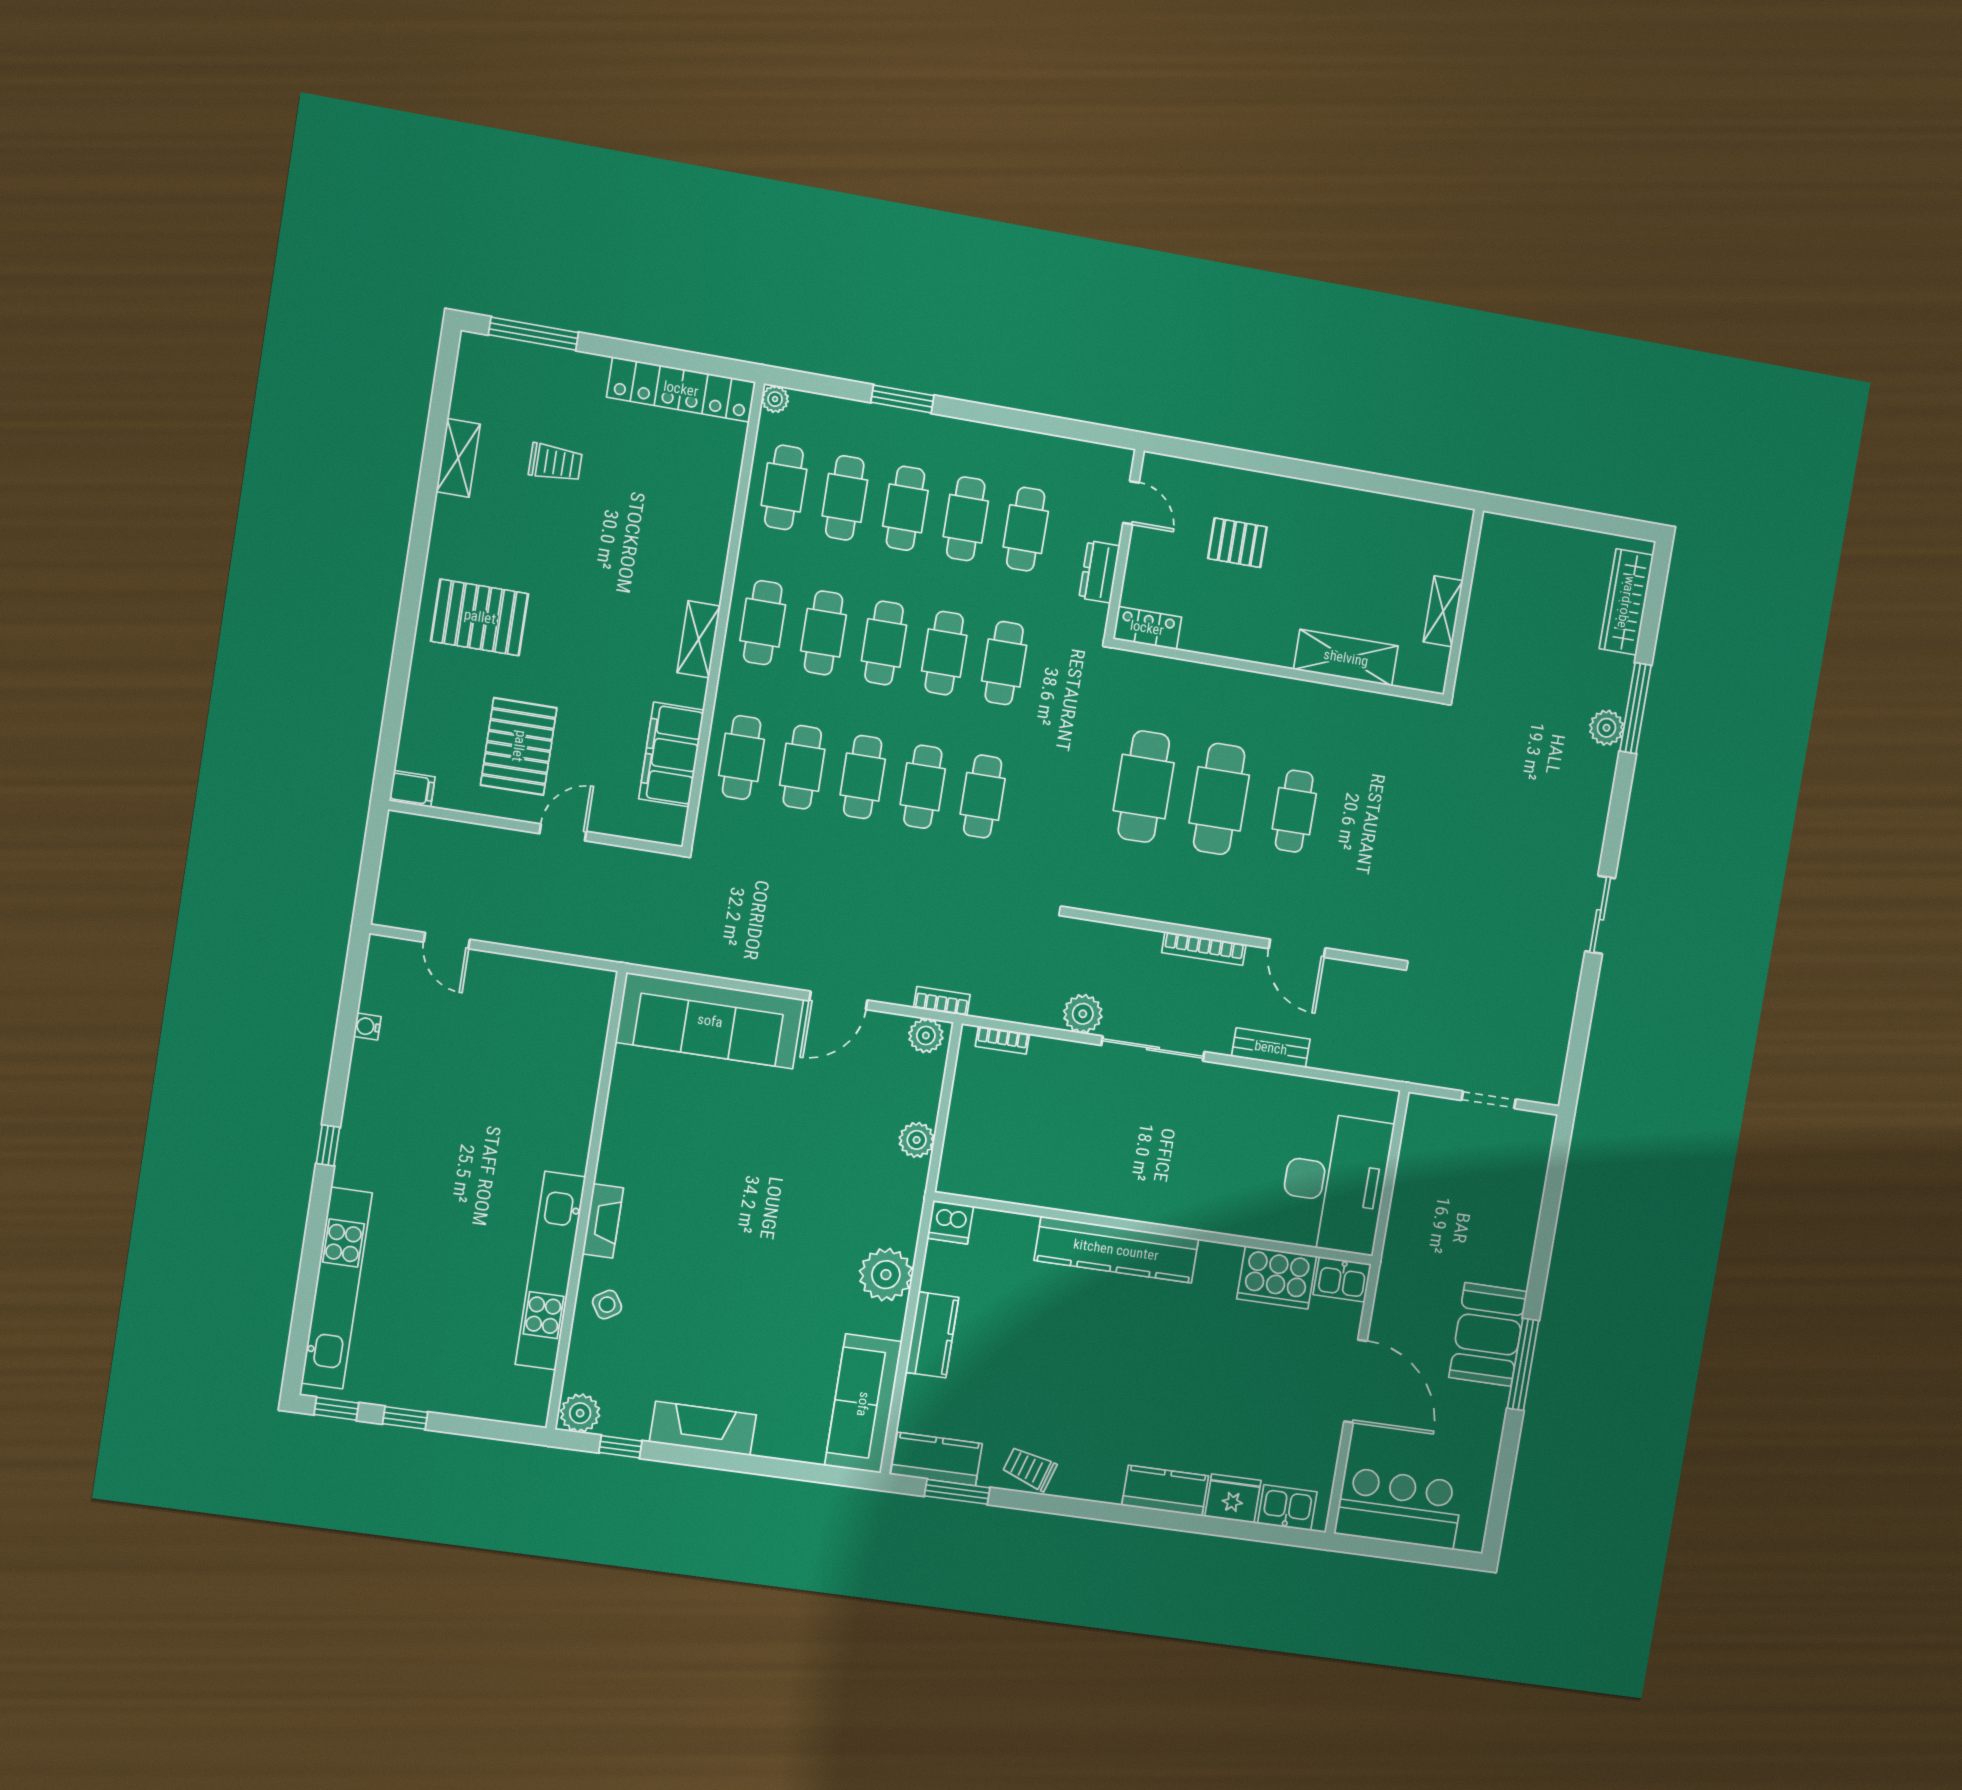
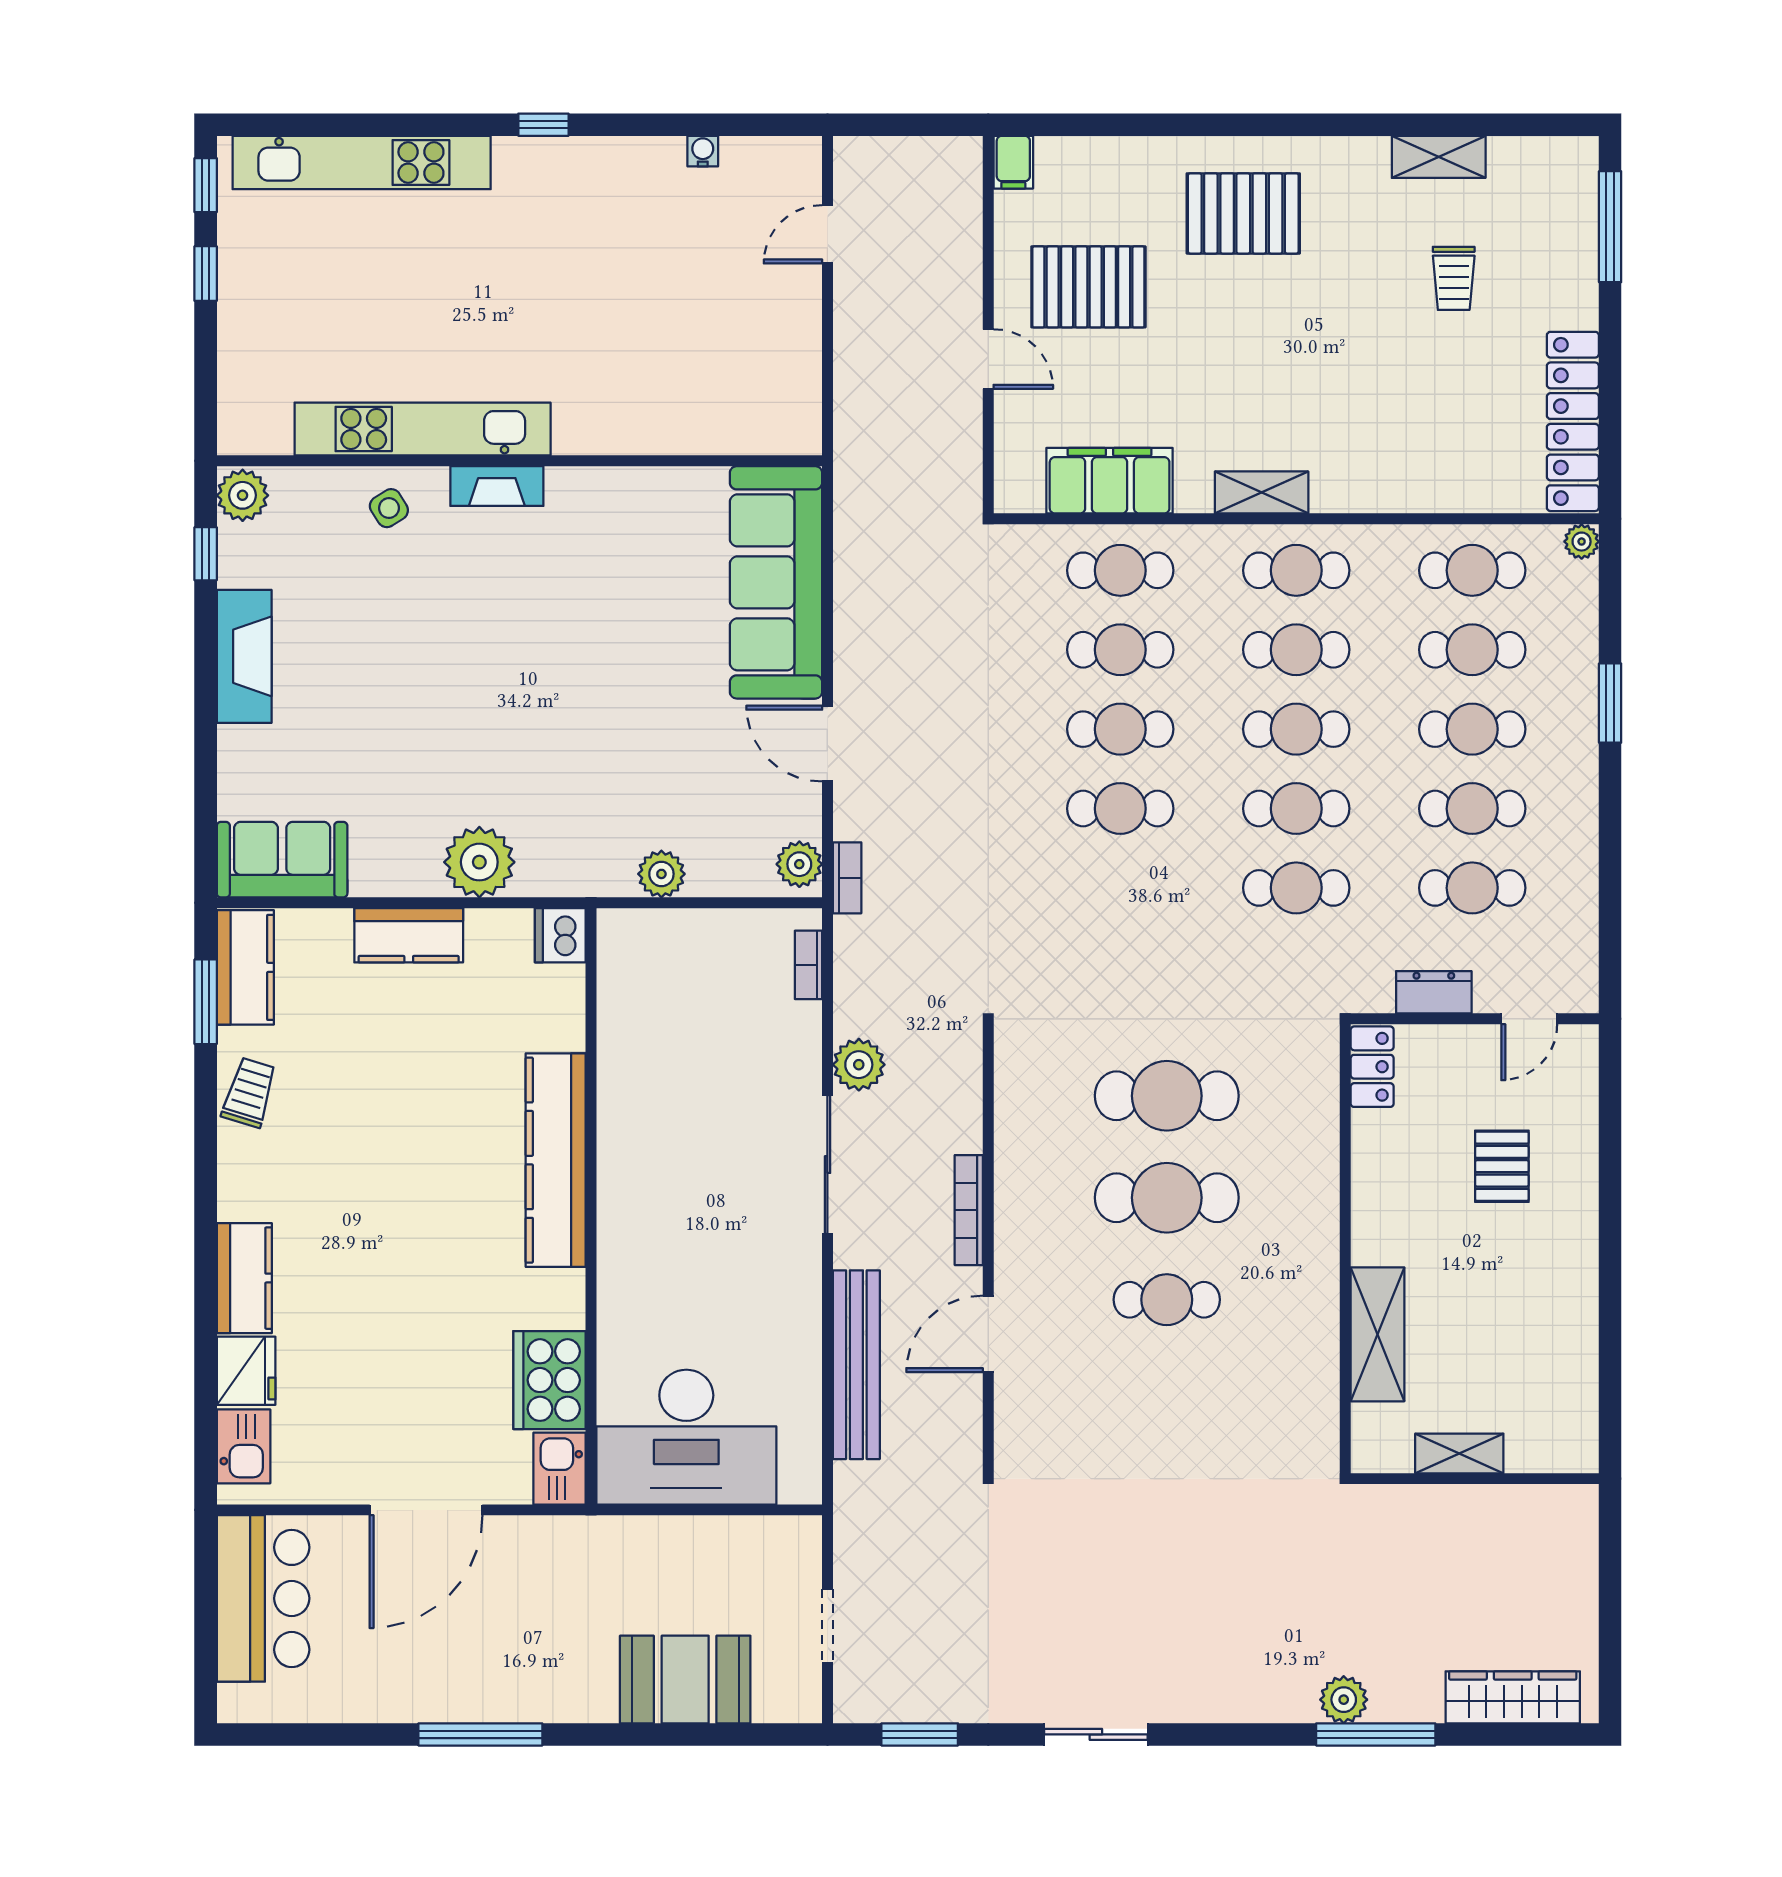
pallet: (480, 617) -> (1243, 213), turned 90
cafe table: (983, 796) -> (1120, 888), removed
window: (1578, 1044) -> (920, 1734), added
bench: (1271, 1048) -> (856, 1365), width x1.86, depth x1.21
booth: (1488, 1334) -> (685, 1679), moved
sofa: (863, 1404) -> (282, 860), width x0.73

